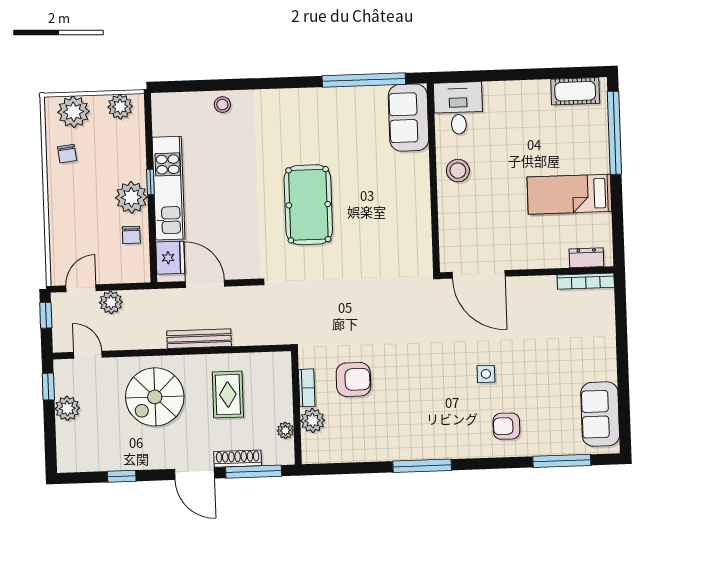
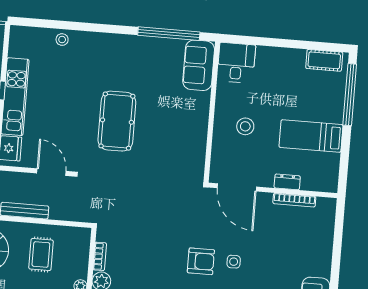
stool: (458, 171) -> (245, 126), moved
dresser: (586, 258) -> (287, 182), moved
bookcase: (586, 281) -> (294, 200), moved
door: (205, 284) -> (51, 172), moved
armchair: (353, 379) -> (201, 261), moved

